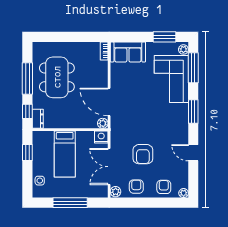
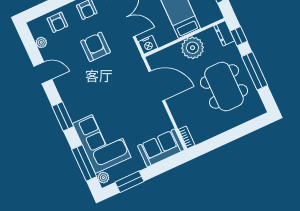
plant: (103, 123) -> (193, 48), moved, width x1.88, depth x1.88
plant: (184, 193) -> (41, 42), moved

